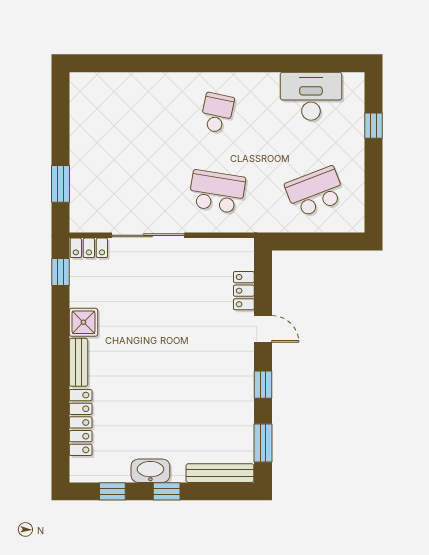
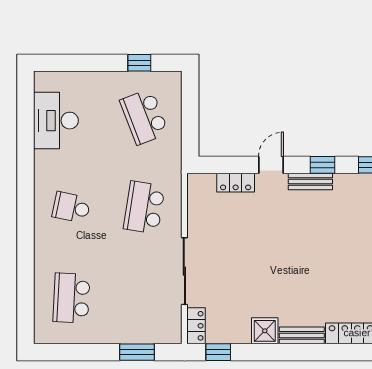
school desk: (119, 113) -> (71, 298), added
window: (374, 126) -> (139, 63), moved
bench: (245, 372) -> (310, 181), added

